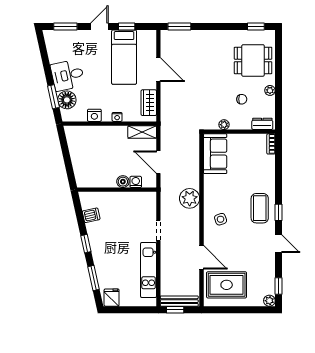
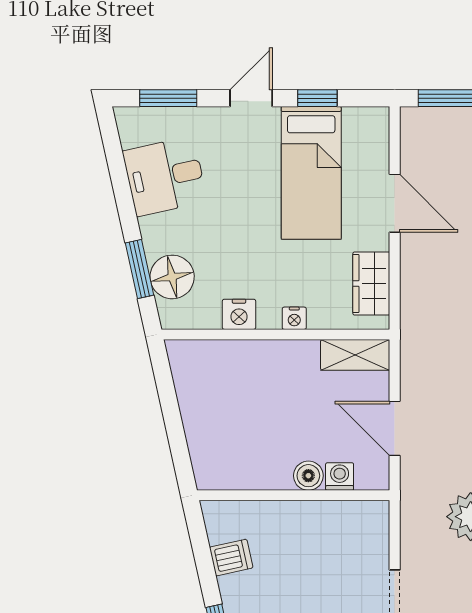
desk: (68, 75) -> (165, 176), moved

